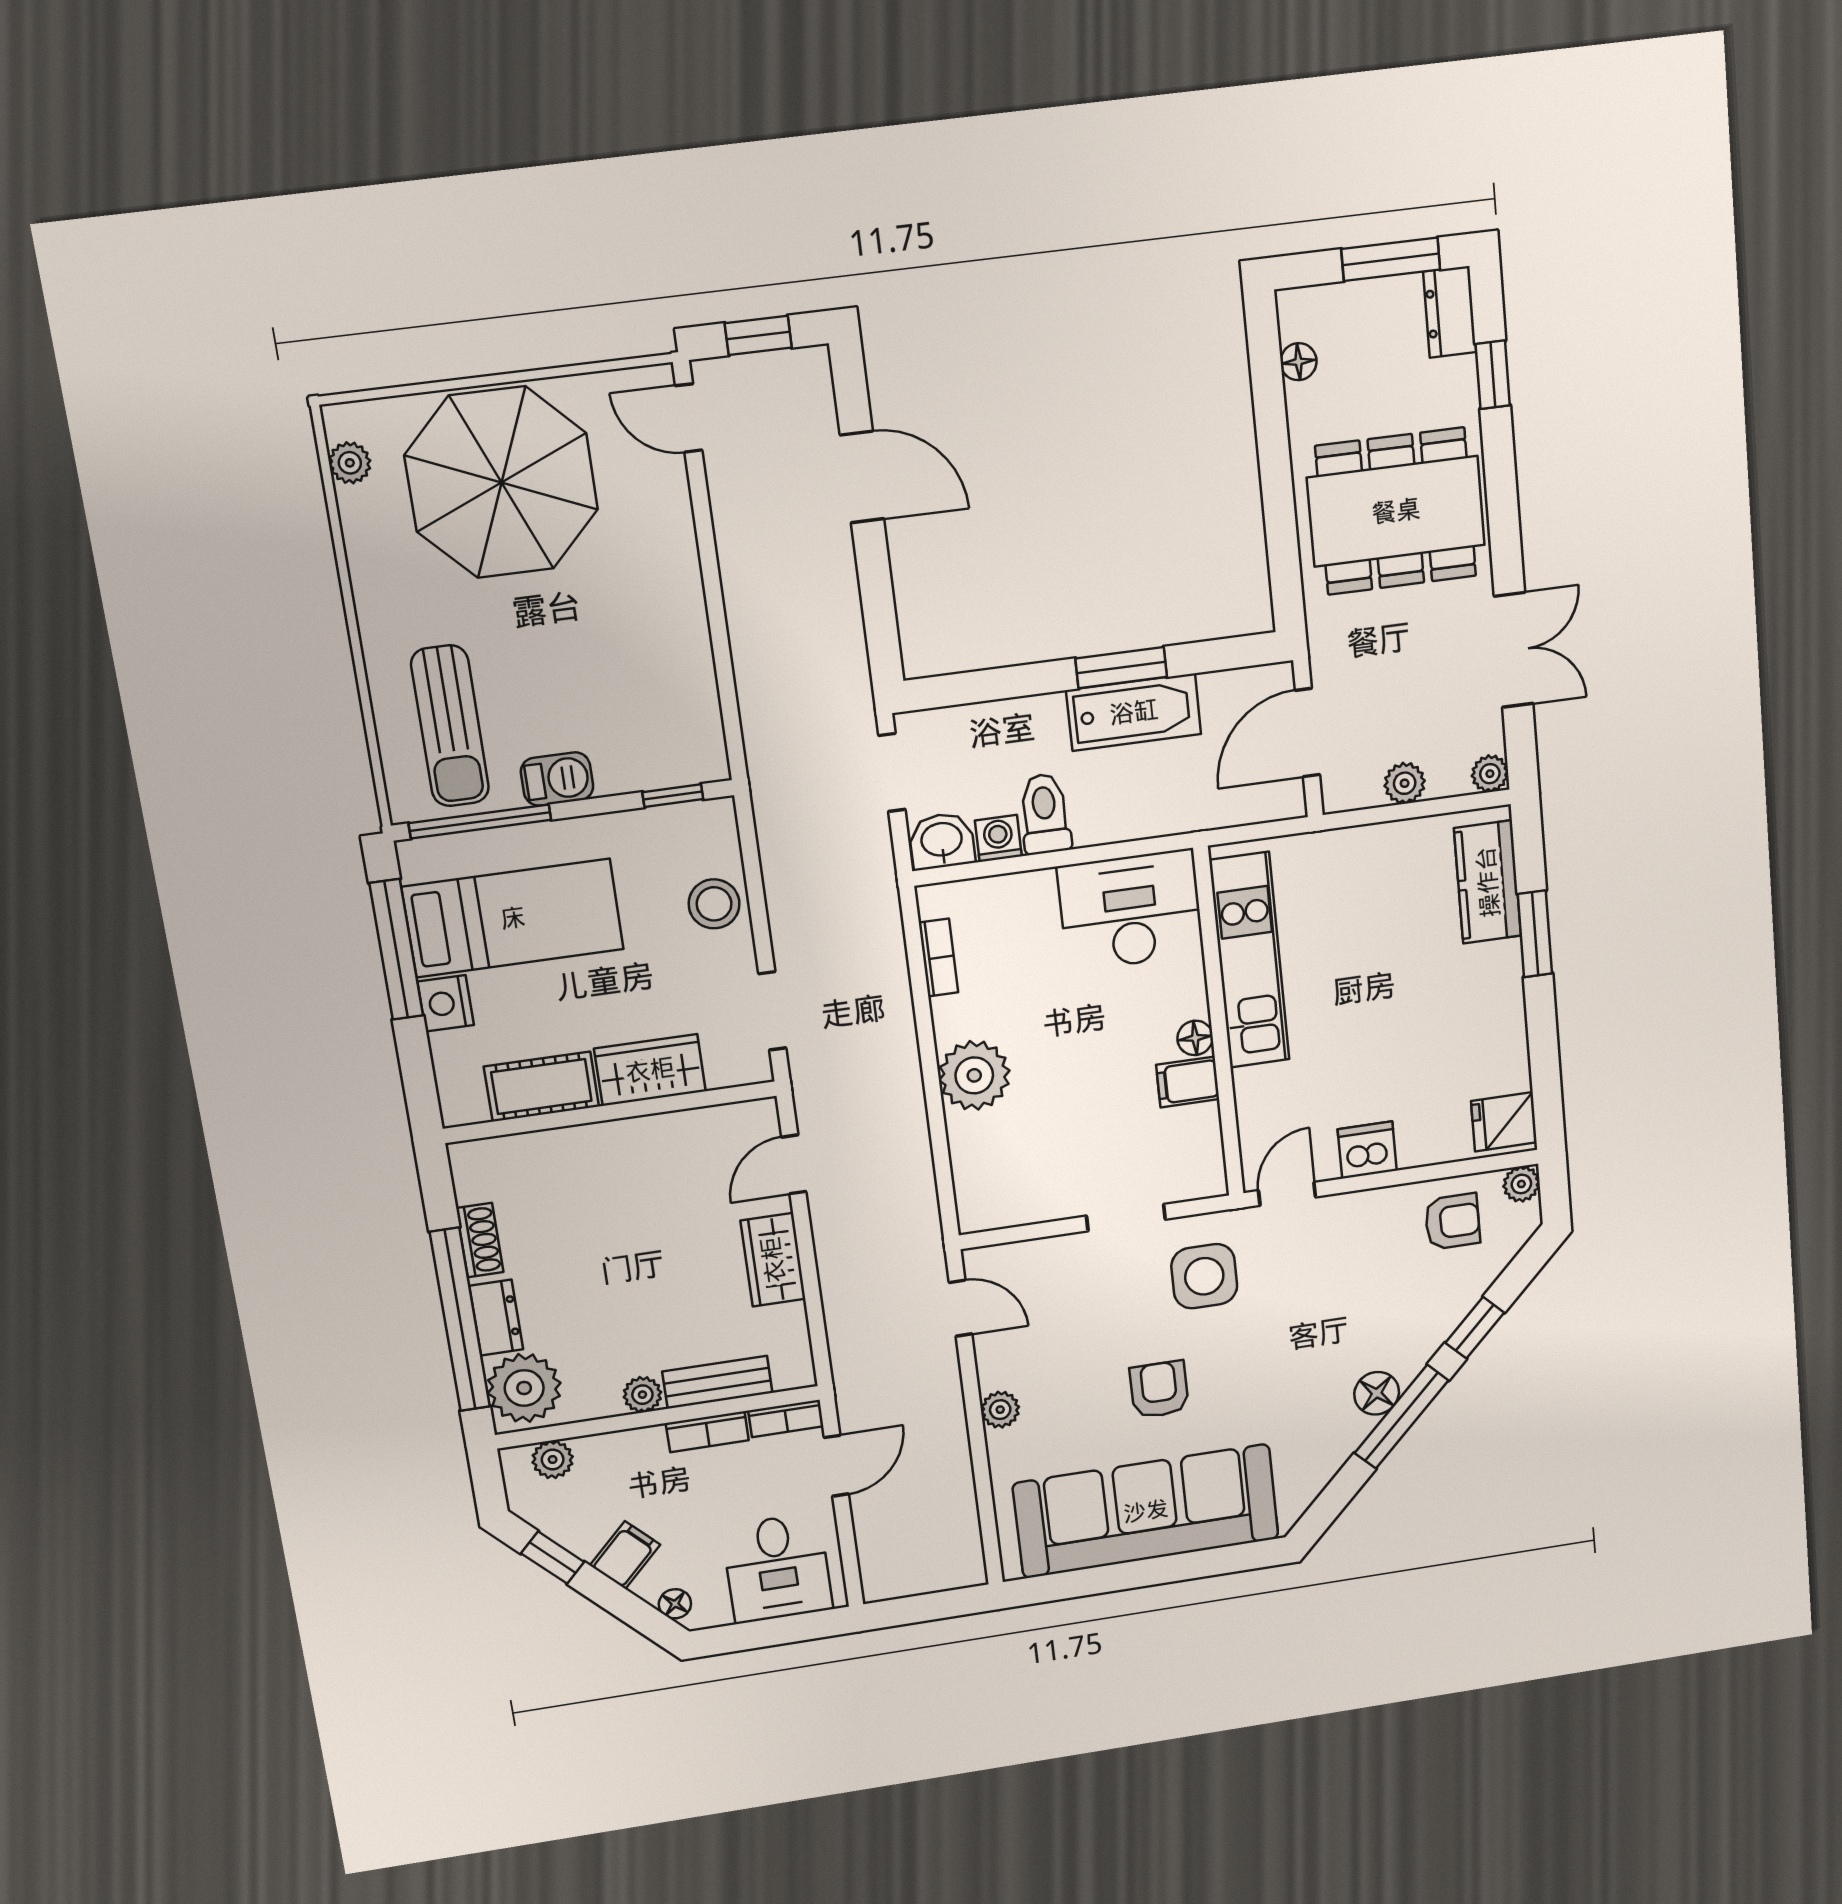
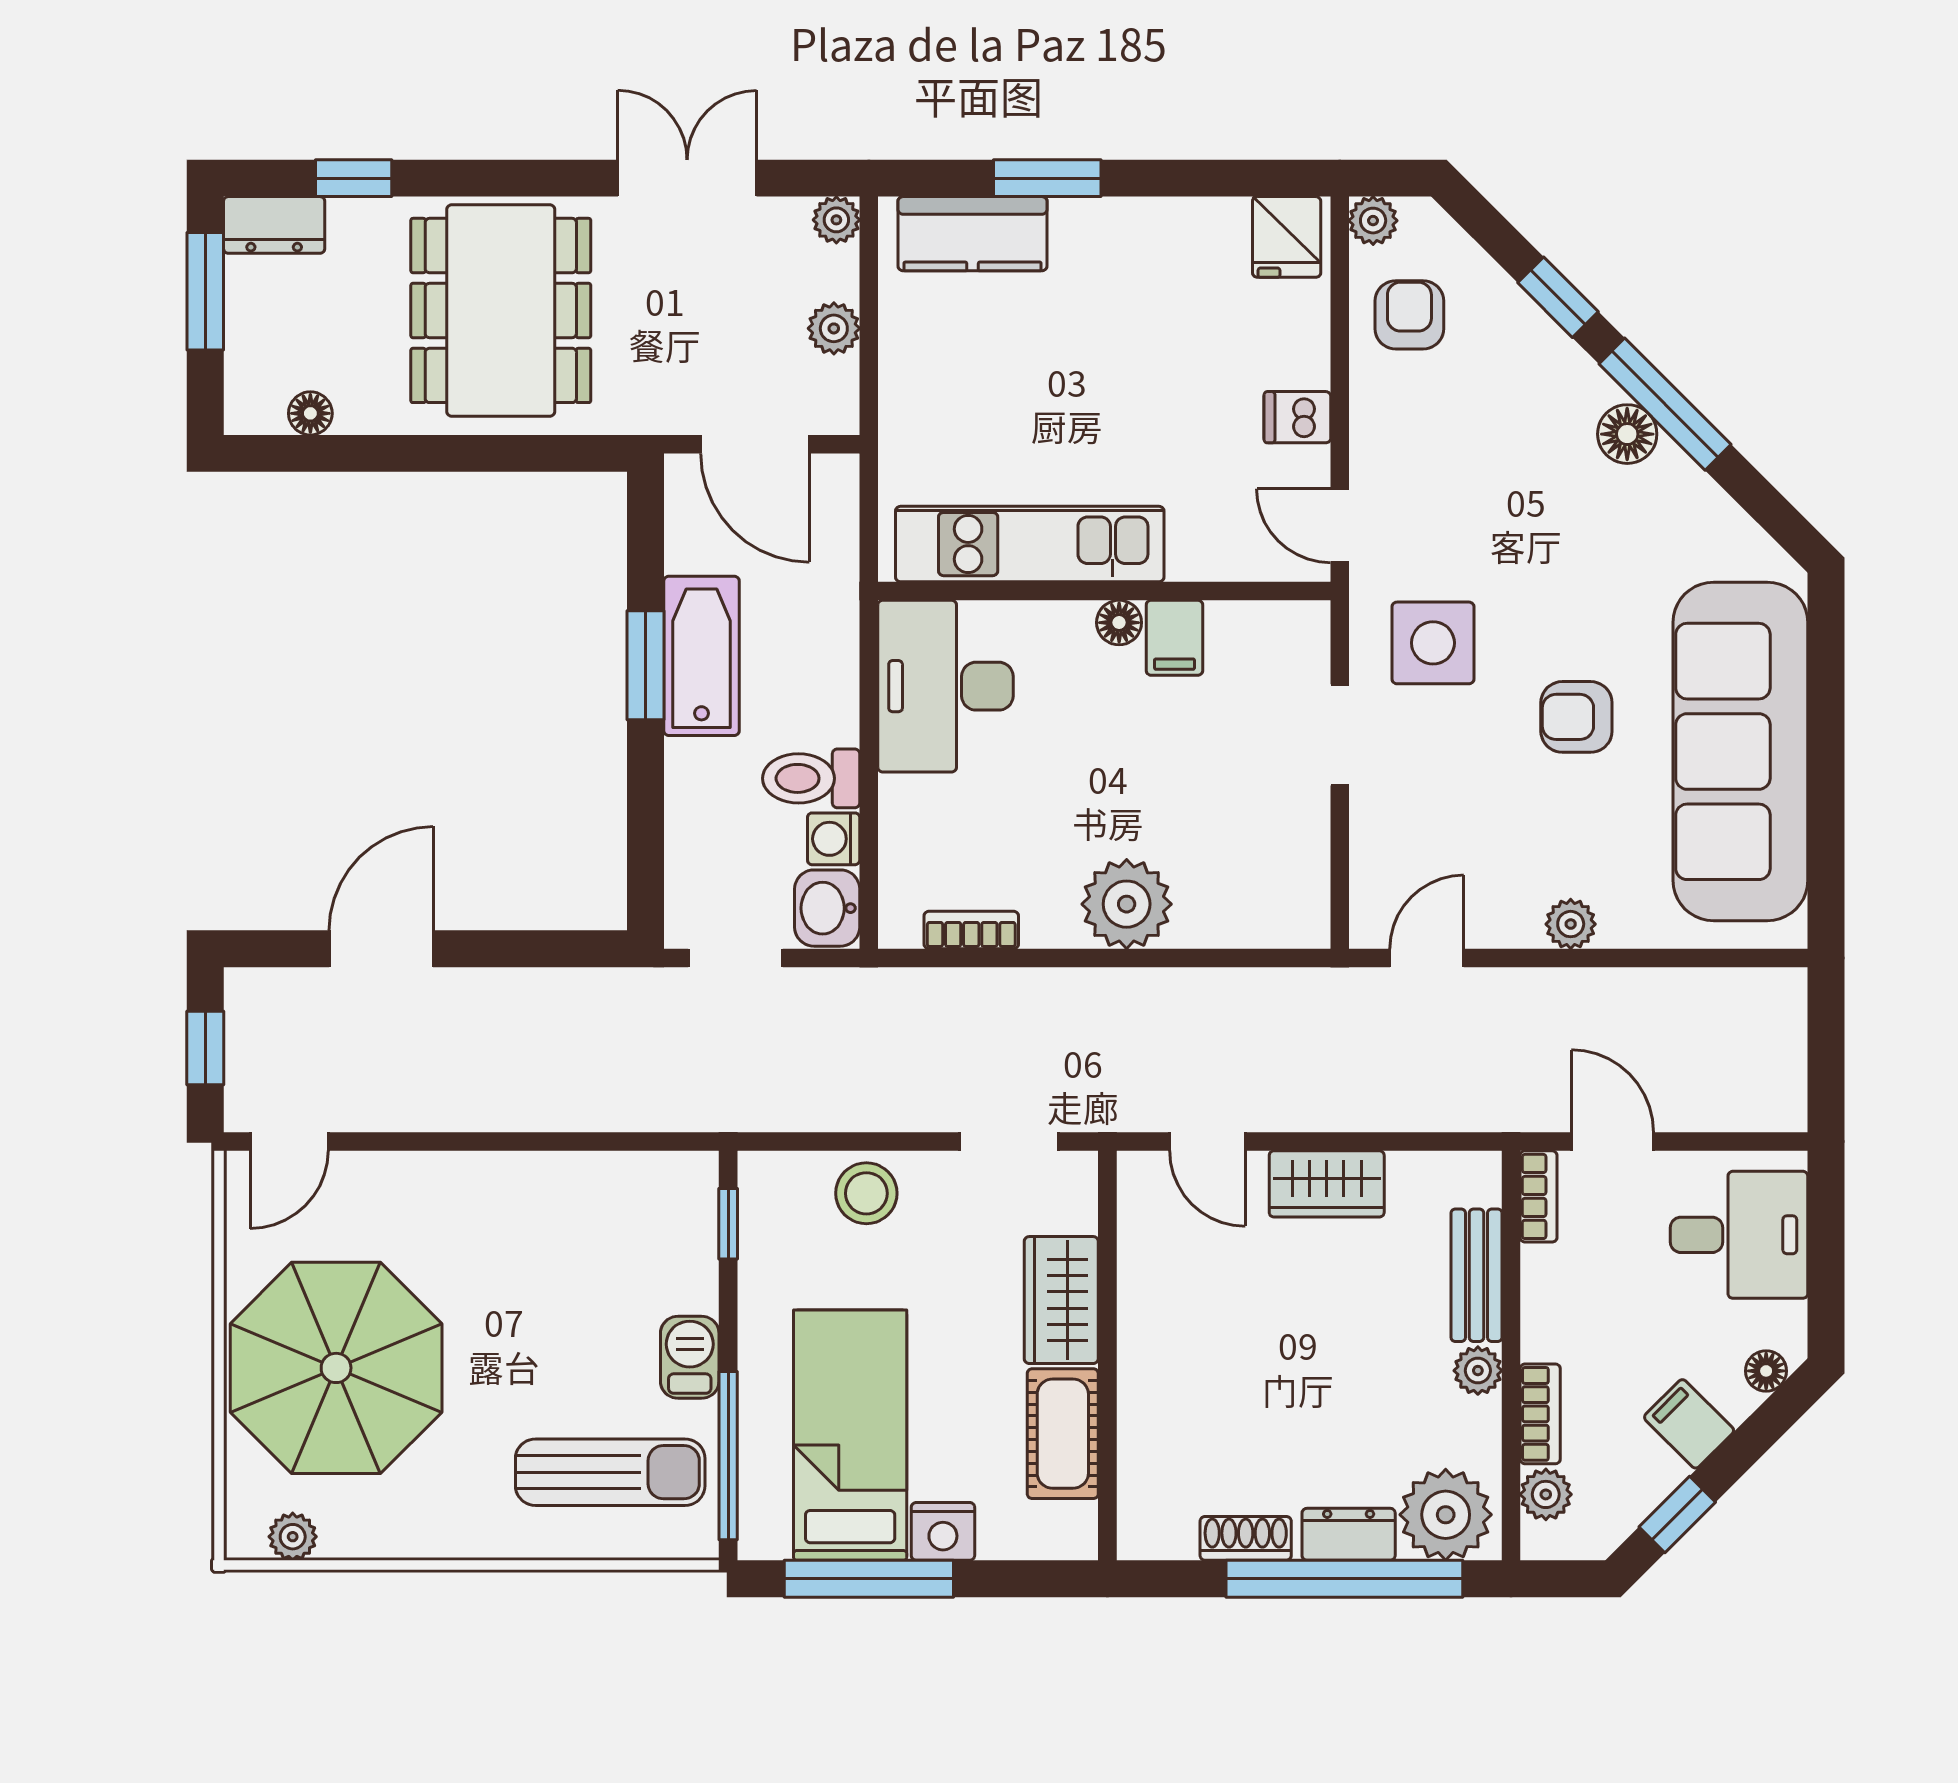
dishwasher: (1367, 1150) -> (1297, 417), width x0.73
bookcase: (707, 1432) -> (1540, 1414), moved

